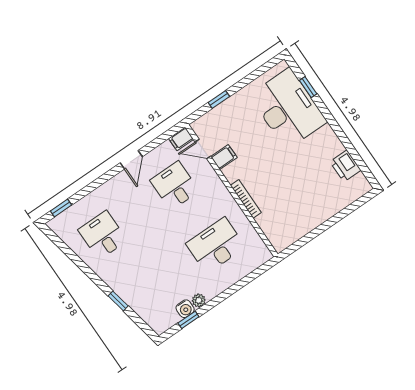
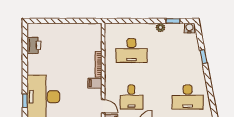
filing cabinet: (224, 157) -> (95, 83), moved
desk: (103, 235) -> (188, 97), width x1.37
water cooler: (185, 309) -> (189, 28), moved

